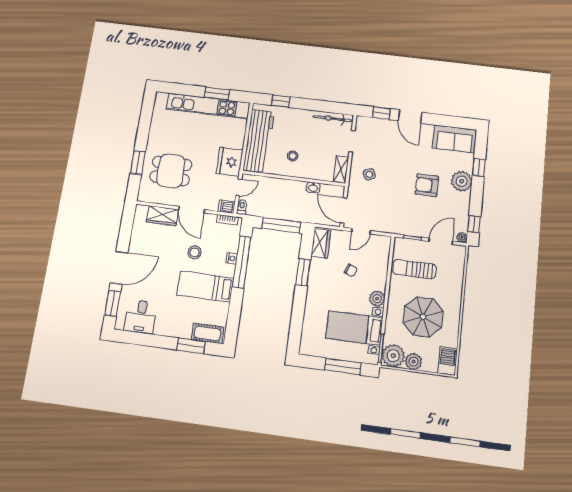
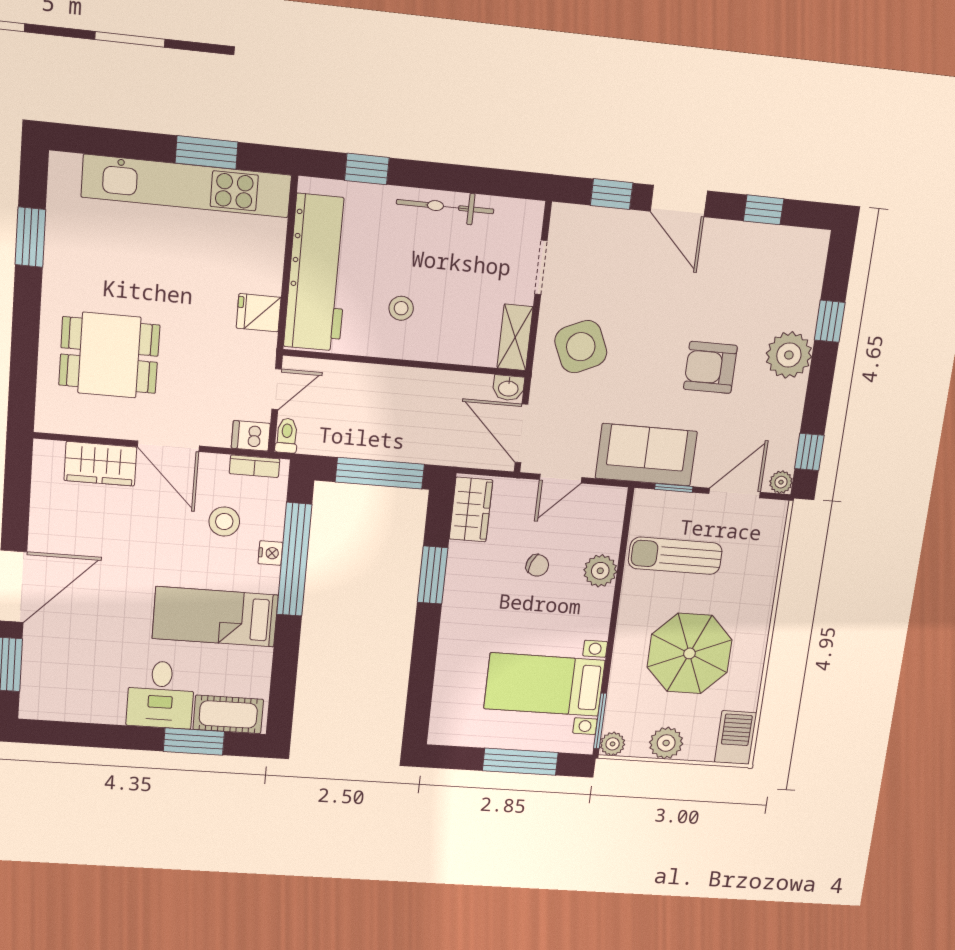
bicycle: (333, 119) -> (445, 207), moved
window: (447, 121) -> (764, 210), added
sofa: (454, 139) -> (646, 455), moved, turned 180
window: (138, 162) -> (30, 237), moved
fridge: (230, 162) -> (259, 313), width x0.53, depth x0.75
side table: (369, 174) -> (581, 347), width x1.87, depth x1.87
washbasin: (313, 188) -> (508, 388), moved
stool: (195, 252) -> (224, 521), moved
plant: (377, 299) -> (600, 571), moved
desk: (141, 317) -> (161, 695), moved
plant: (393, 356) -> (613, 744), width x0.53, depth x0.53

